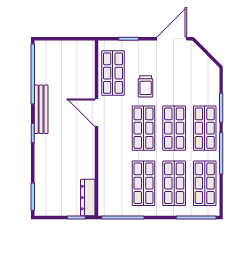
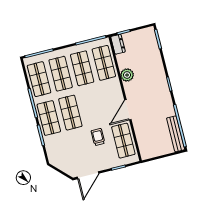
bench: (41, 109) -> (176, 134), moved
door: (97, 113) -> (128, 110), swing flipped
shop shelf: (144, 128) -> (104, 63), moved
plant: (86, 159) -> (127, 75), added
dresser: (88, 198) -> (118, 44), width x0.70

